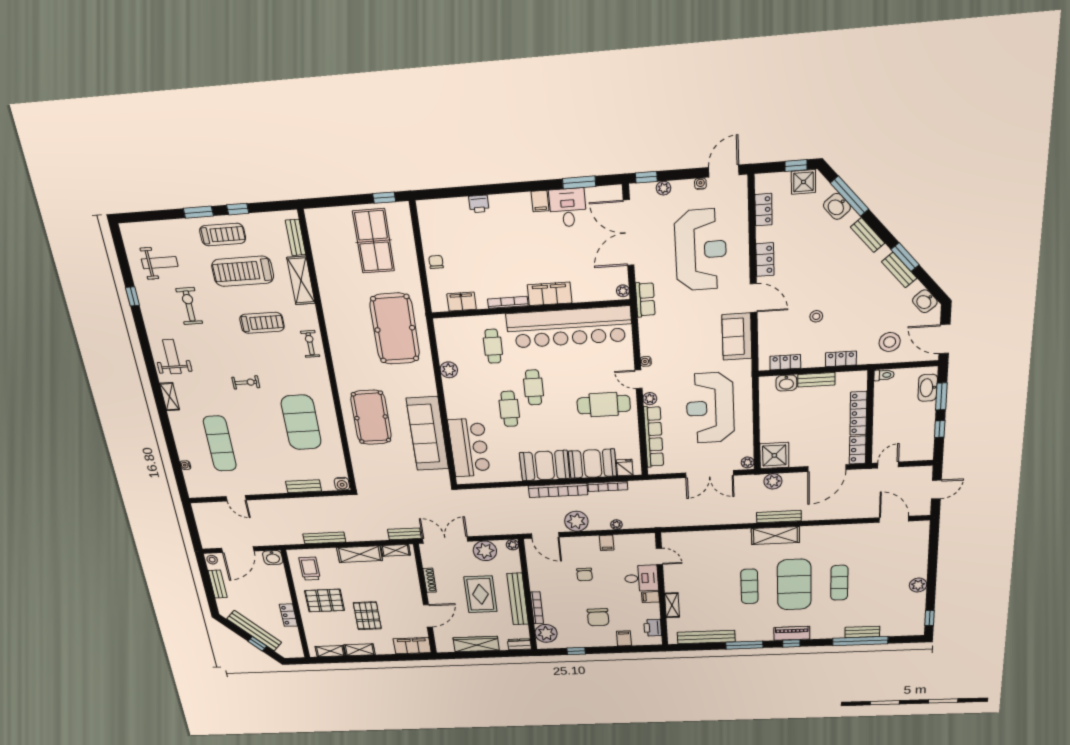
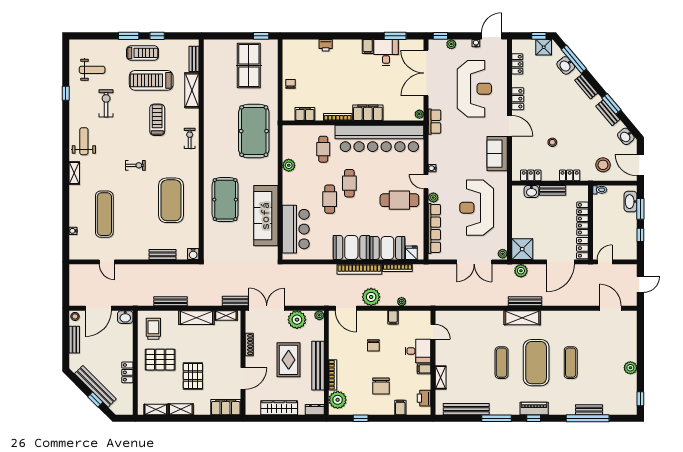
treadmill: (262, 323) -> (157, 120), turned -90

